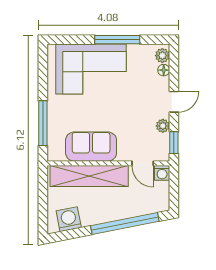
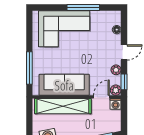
plant: (162, 56) -> (116, 90), moved
sofa: (91, 147) -> (64, 85), width x1.36
door: (143, 163) -> (101, 97), swing flipped

